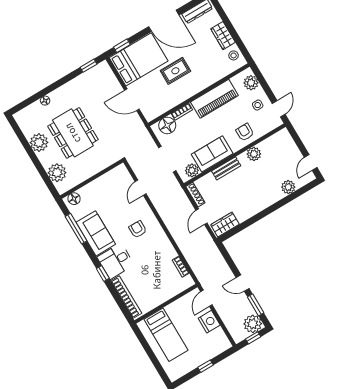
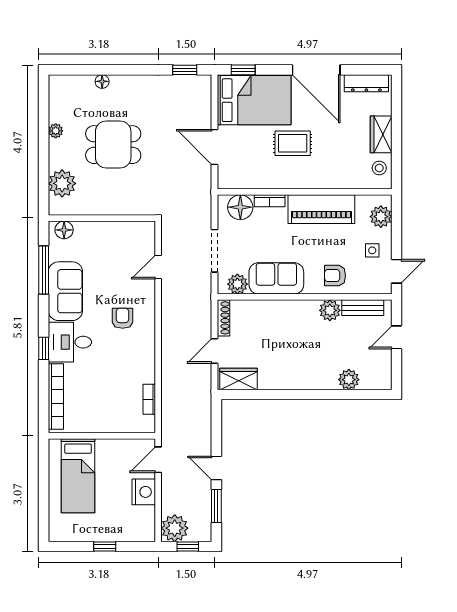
armchair: (245, 132) -> (335, 276), turned -90
dining table: (73, 133) -> (113, 145), width x0.73
plant: (39, 143) -> (56, 131), width x0.53, depth x0.53
door: (311, 162) -> (396, 337), moved
bench: (226, 168) -> (363, 308), moved
plant: (253, 324) -> (175, 528), moved

